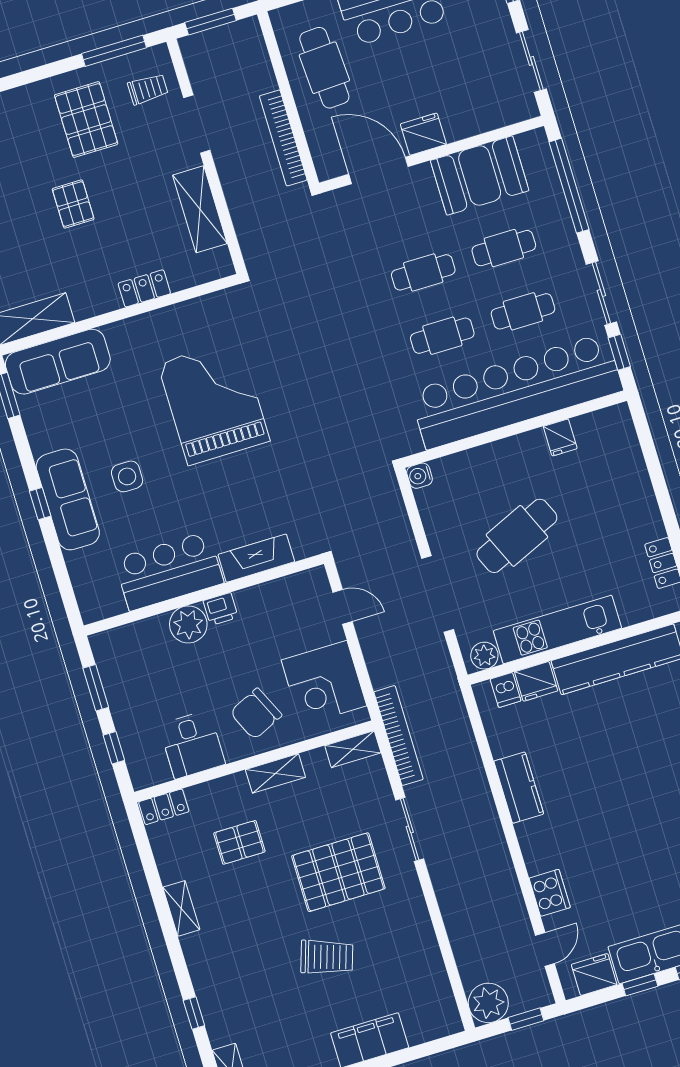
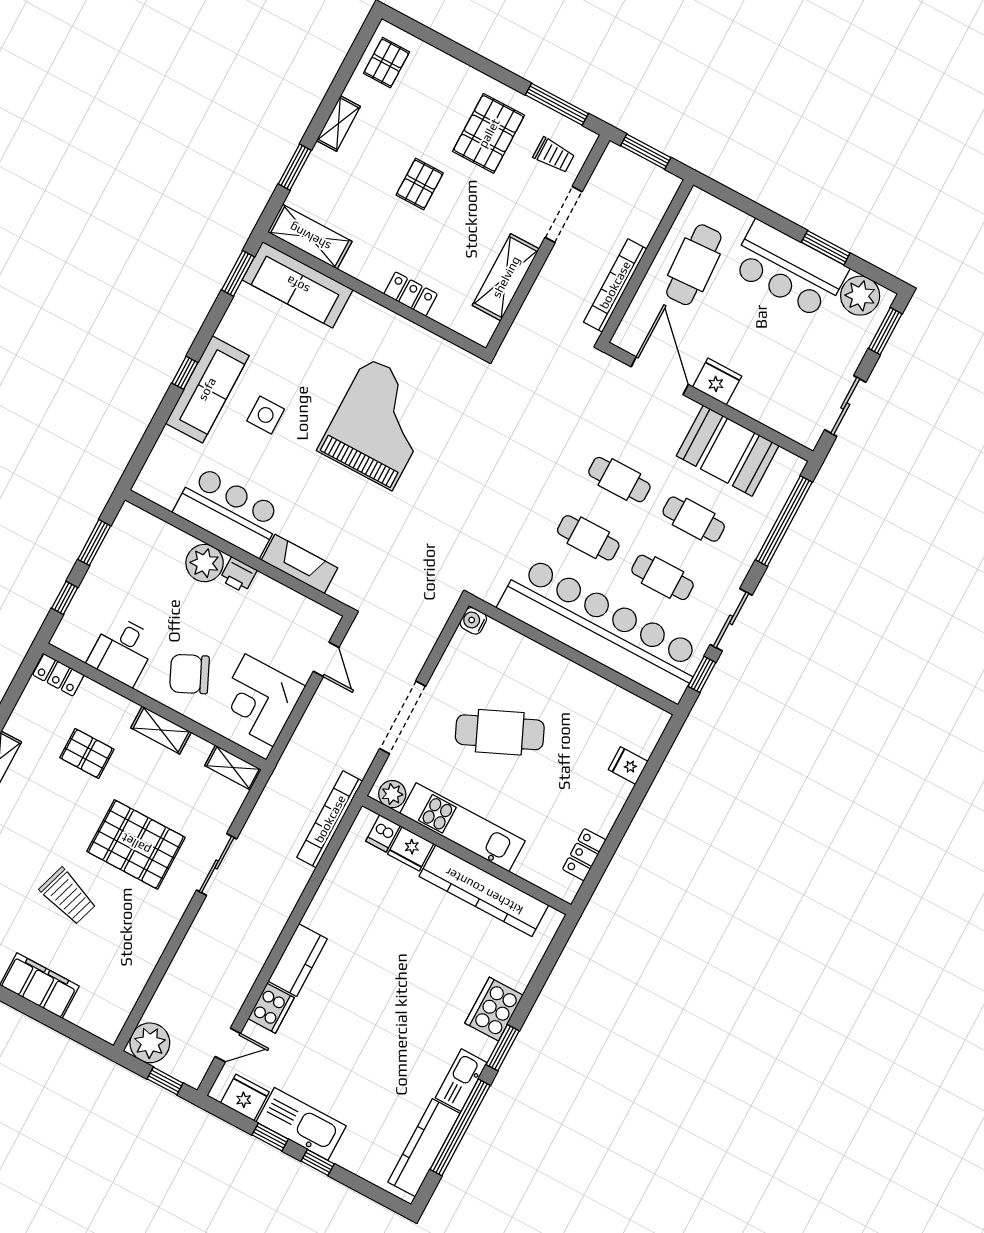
fridge: (560, 437) -> (628, 765), moved, turned 90
bookcase: (398, 736) -> (330, 819), moved, turned 180
kitchen counter: (519, 788) -> (298, 960), moved

